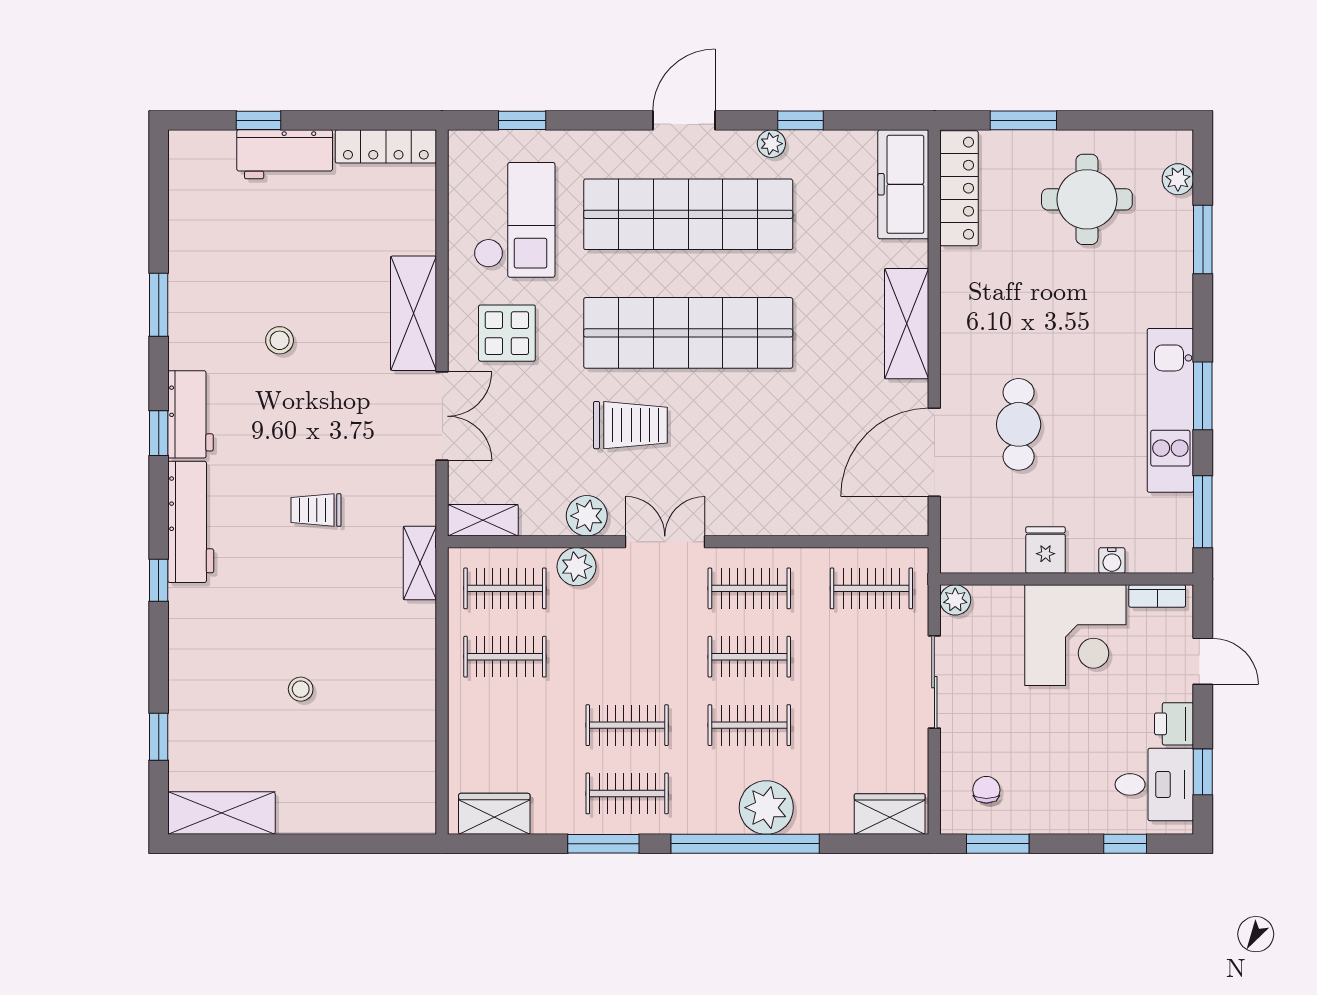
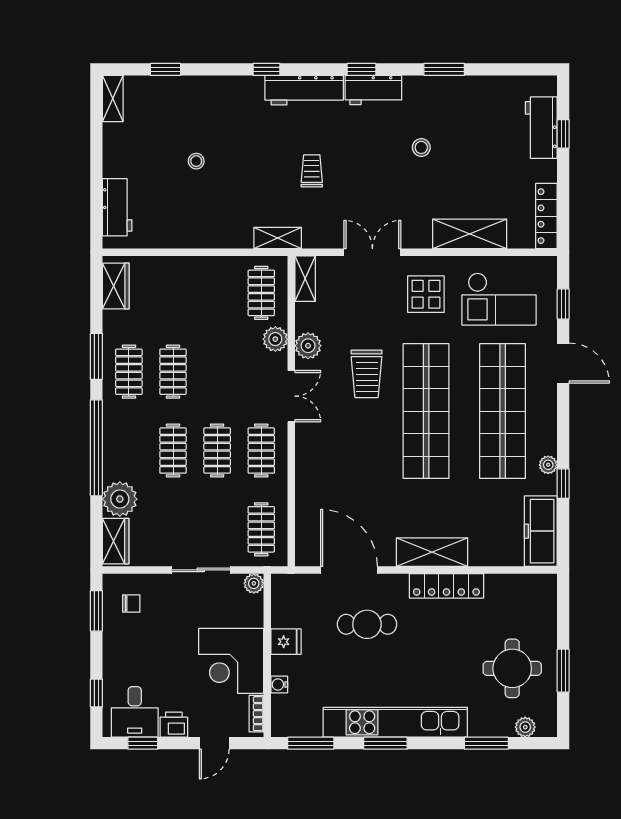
door: (684, 120) -> (563, 363), moved
window: (1023, 120) -> (563, 671), moved
workbench: (285, 154) -> (541, 128), moved
freezer: (903, 184) -> (541, 531), moved, turned -90
locker: (959, 188) -> (446, 586), moved
shelving: (414, 313) -> (470, 234), moved
kitchen unit: (1170, 410) -> (395, 722), width x1.36
double door: (442, 416) -> (372, 252), swing flipped
clothes rail: (505, 657) -> (217, 293), removed
plant: (766, 808) -> (120, 499), moved
workbench: (372, 812) -> (117, 207), added
shelving: (221, 813) -> (113, 98), width x0.67, depth x0.75

